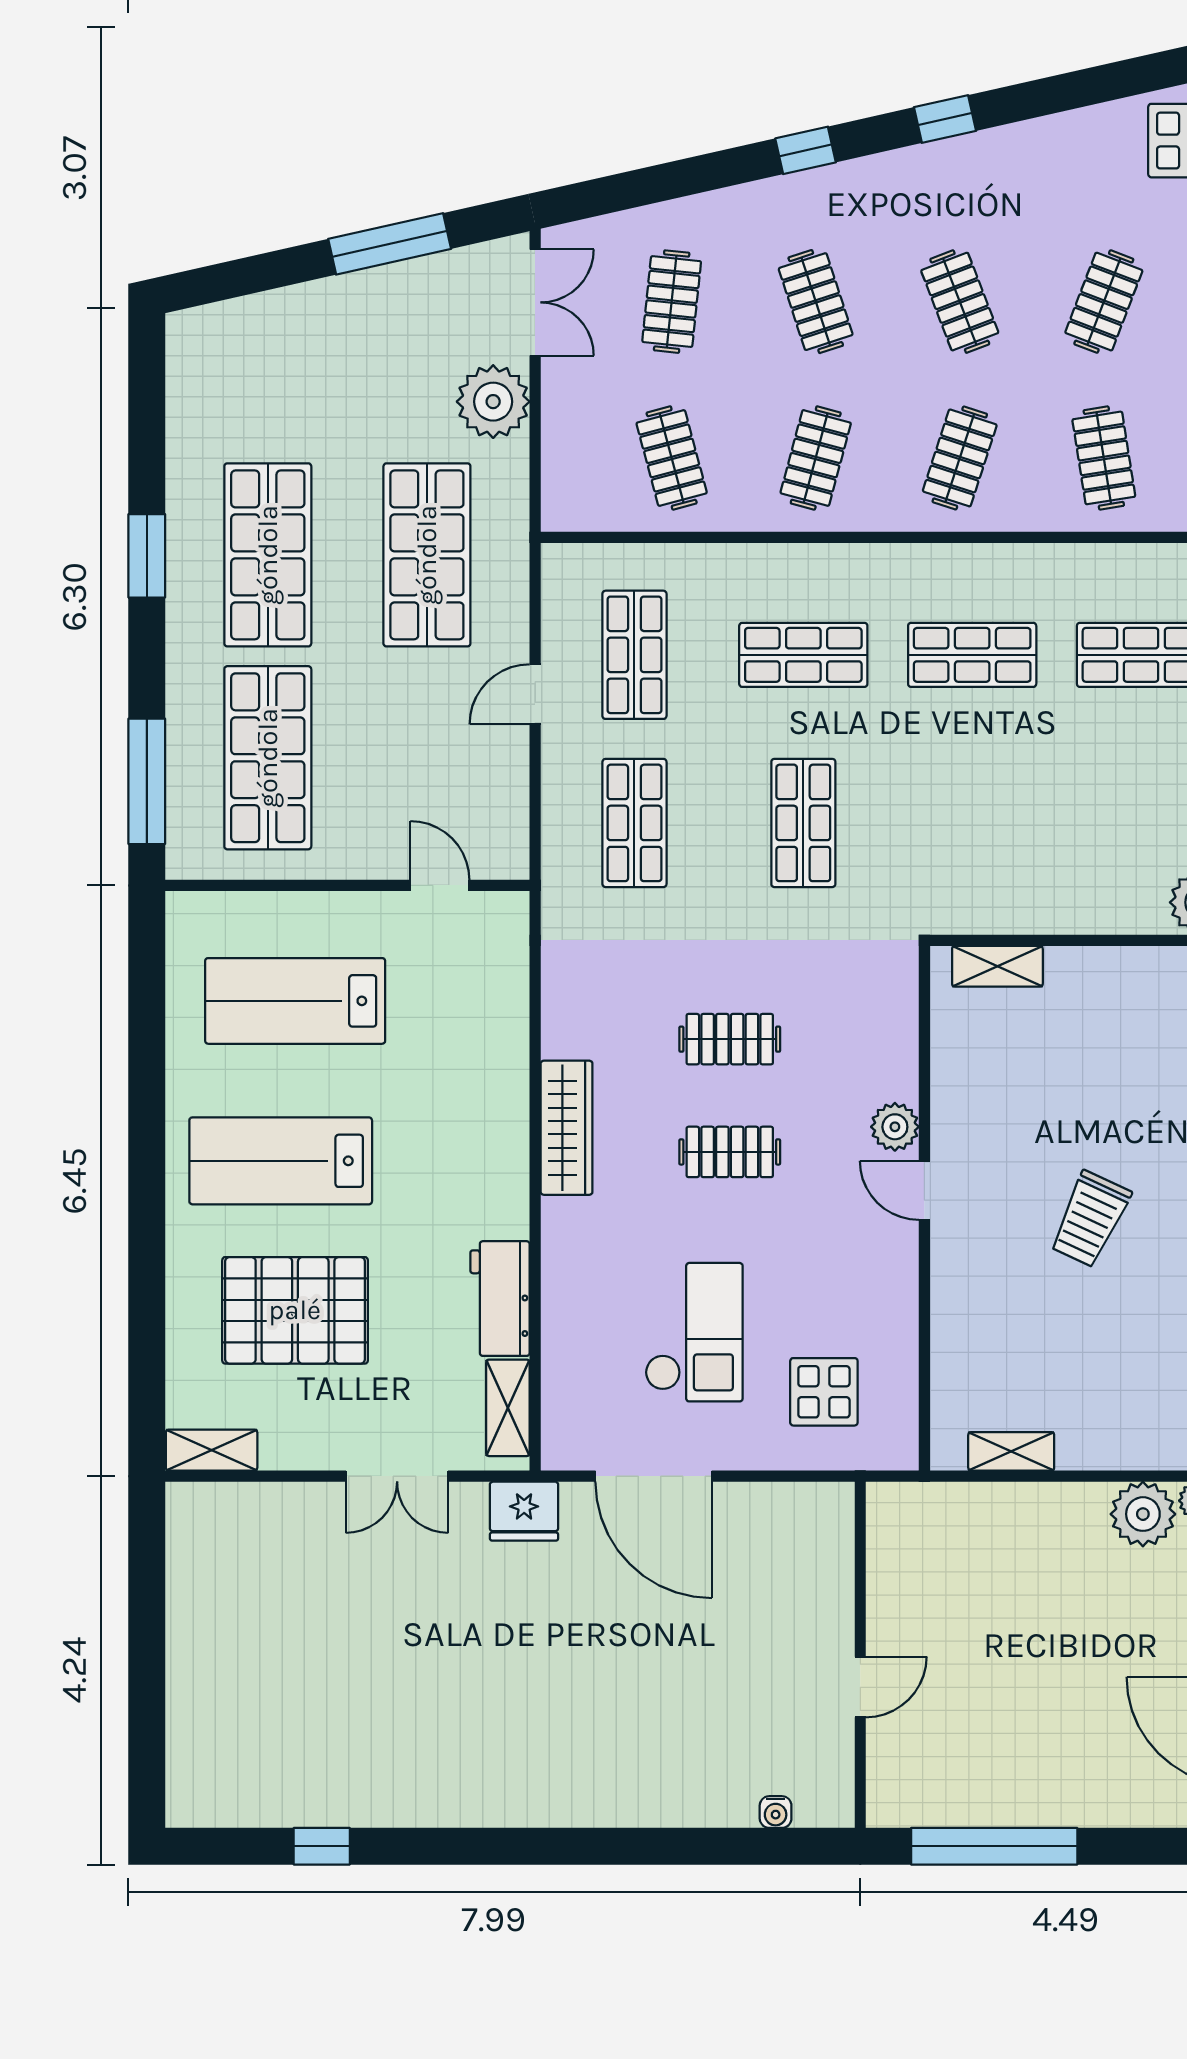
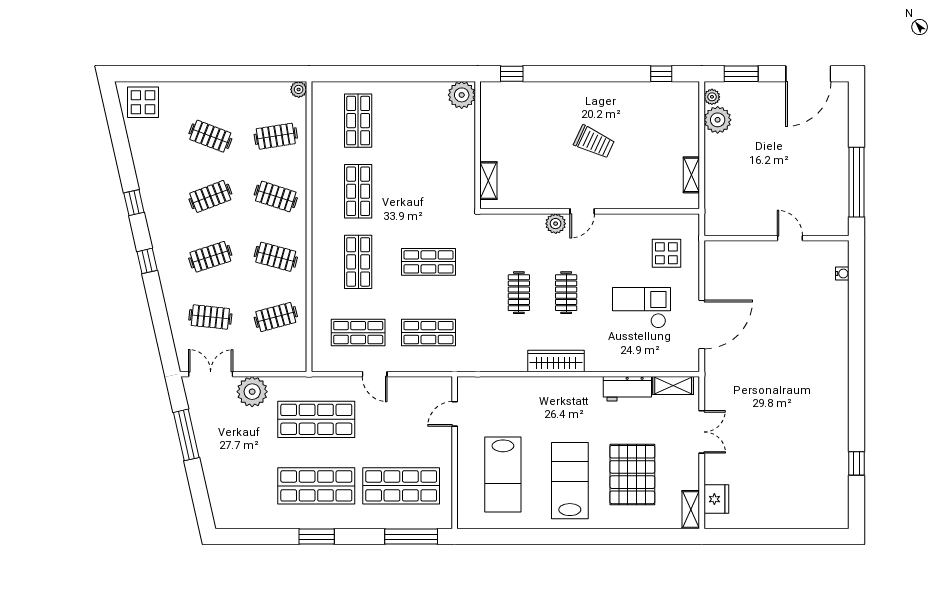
lab bench: (281, 1161) -> (570, 481), turned 180
fridge: (524, 1511) -> (716, 499), moved

